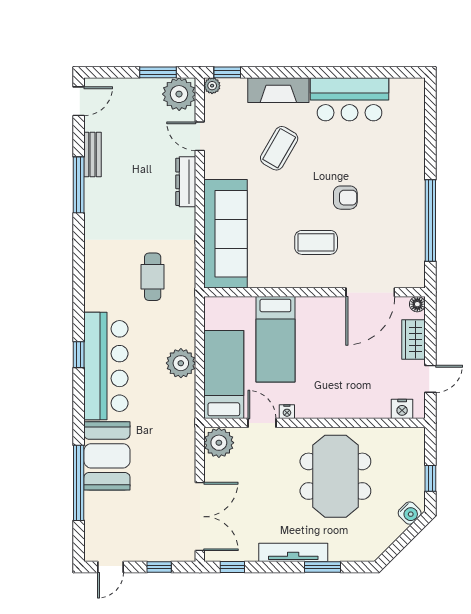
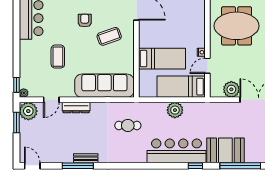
fireplace: (278, 90) -> (26, 57), removed
coffee table: (279, 148) -> (58, 57), turned 60
bench: (93, 155) -> (86, 158), moved
coffee table: (316, 242) -> (109, 36), turned 71
window: (79, 355) -> (195, 166), moved
plant: (219, 443) -> (231, 89), moved

